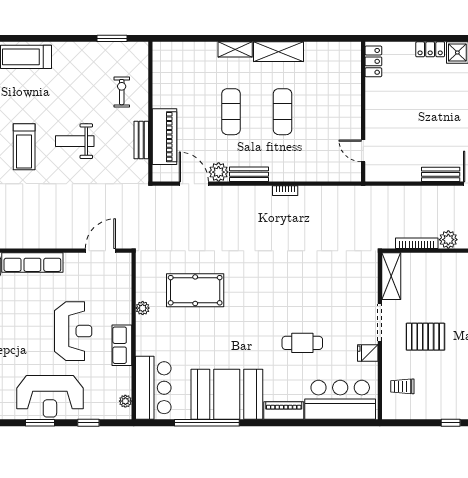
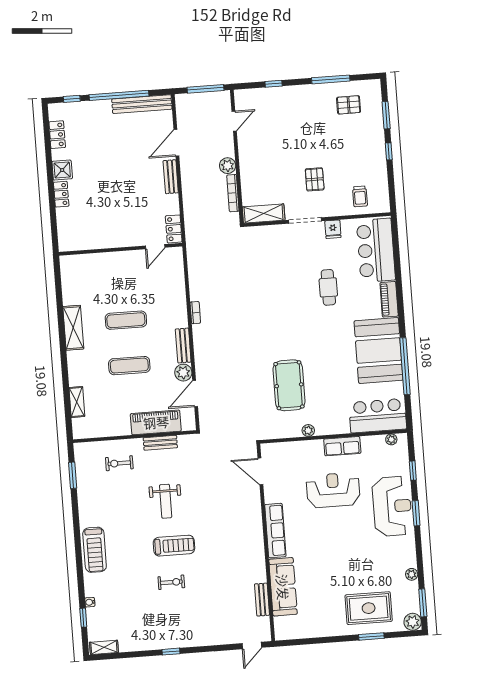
shelving: (235, 49) -> (77, 402), moved
locker: (373, 61) -> (174, 229), moved, turned -90
pallet: (425, 337) -> (315, 179), width x0.67, depth x0.71

